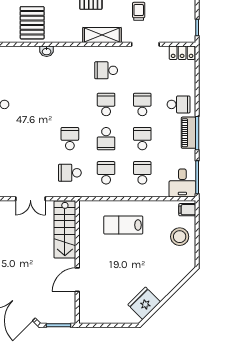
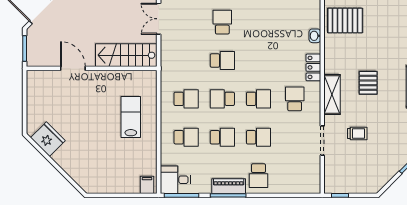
locker: (182, 53) -> (313, 67), moved
school desk: (70, 173) -> (222, 22), moved
stool: (180, 237) -> (118, 177), removed

